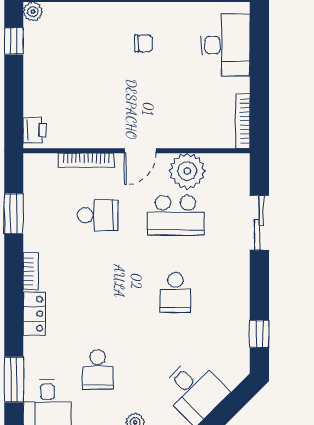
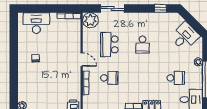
plant: (187, 171) -> (90, 20), moved
school desk: (98, 215) -> (109, 78), turned 90
school desk: (175, 215) -> (109, 44), turned 180
school desk: (175, 292) -> (143, 44), turned 90

